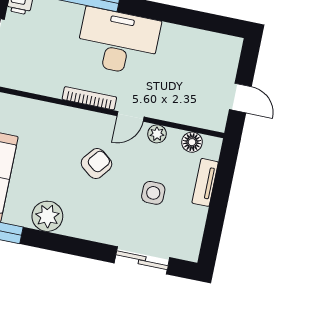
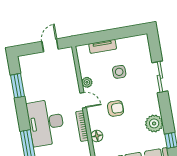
window: (196, 19) -> (17, 86), added
floor lamp: (192, 142) -> (97, 136), moved
armchair: (96, 164) -> (116, 108), turned 142
sliding door: (142, 260) -> (160, 77), moved

